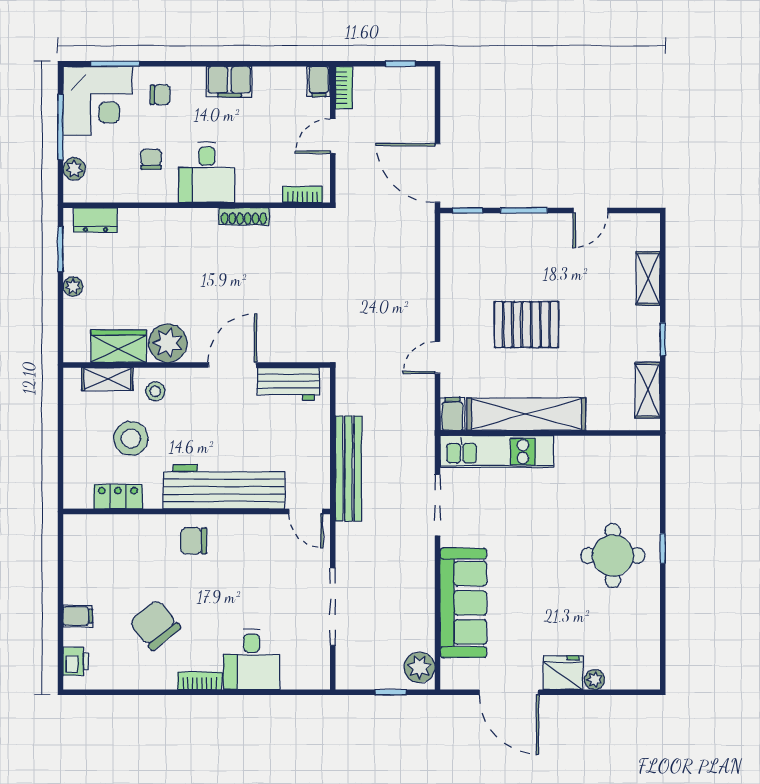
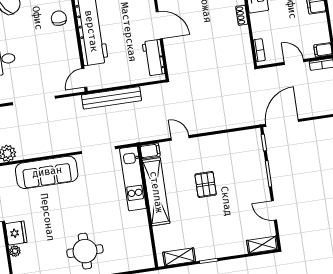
shoe rack: (244, 216) -> (242, 15), width x0.70
shelving: (648, 278) -> (262, 245), moved
pallet: (526, 325) -> (206, 184), width x0.67, depth x0.71

